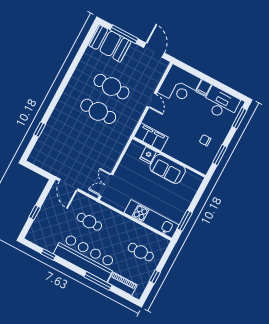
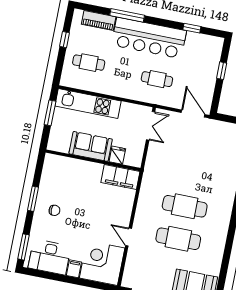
filing cabinet: (151, 137) -> (120, 177), moved
fridge: (148, 155) -> (117, 155), moved
wall: (169, 157) -> (93, 160), moved
sofa: (168, 169) -> (91, 146), moved

